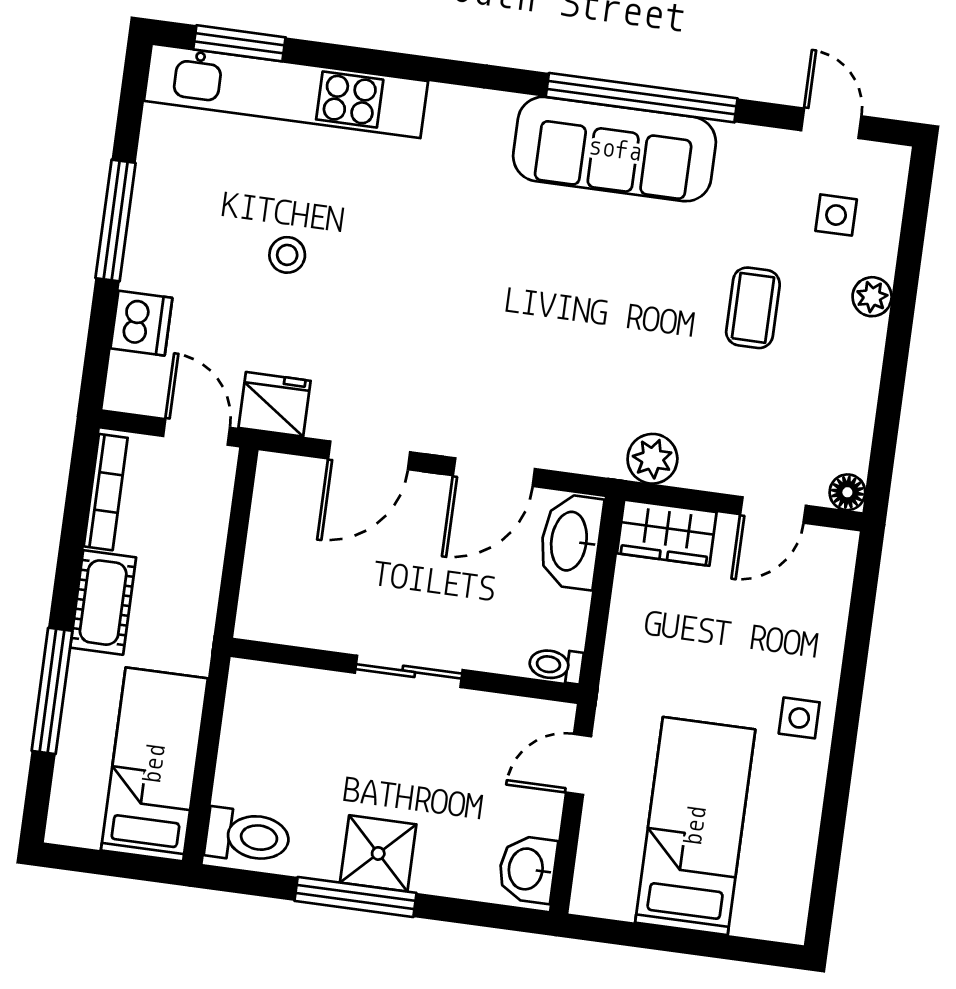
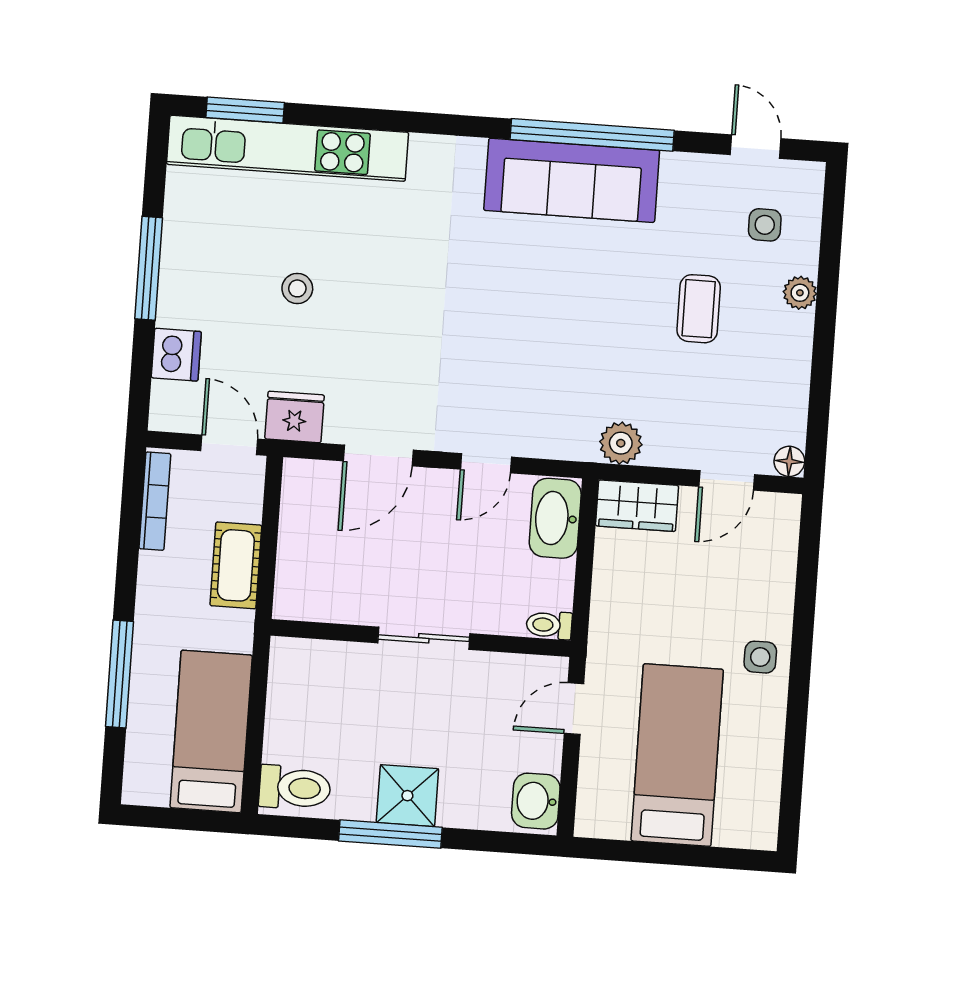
door: (494, 472) -> (486, 463), width x0.73
cot: (103, 603) -> (236, 565), moved

